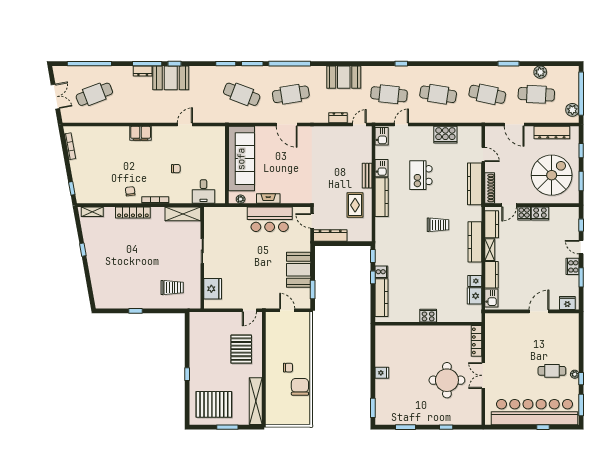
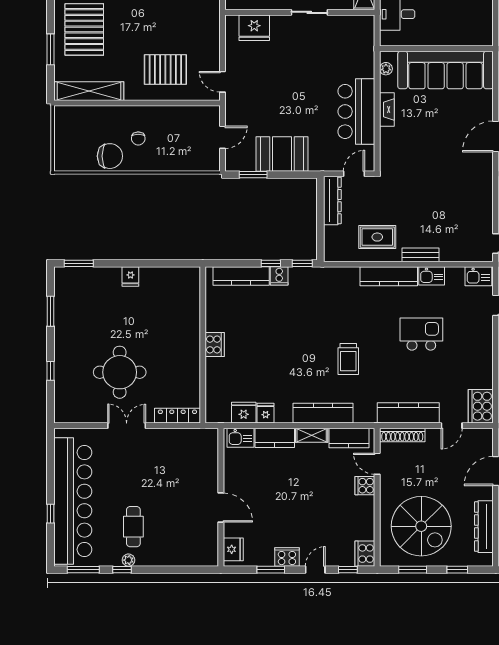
cooker: (445, 135) -> (481, 406), moved
cooker: (540, 213) -> (365, 554), moved

